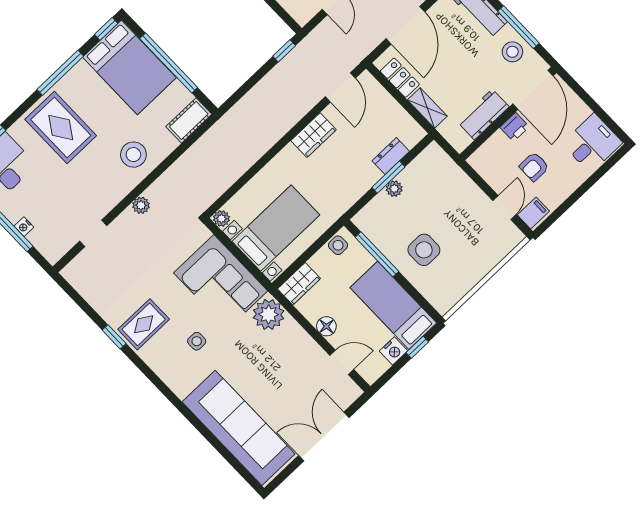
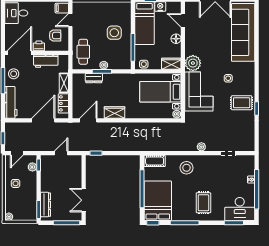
rug: (61, 127) -> (203, 203), width x0.73, depth x0.70
armchair: (534, 167) -> (55, 36), moved
cafe table: (442, 180) -> (83, 52), added

